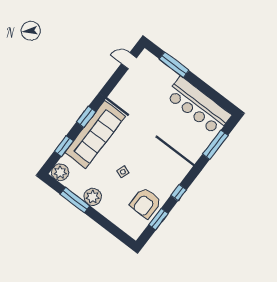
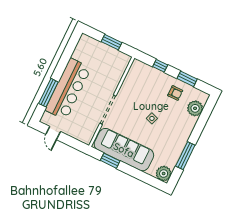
bar counter: (198, 106) -> (68, 89), moved
window: (215, 145) -> (112, 42), width x0.69
window: (64, 146) -> (140, 175), removed
plant: (93, 197) -> (195, 108), moved
armchair: (146, 203) -> (175, 93), width x0.53, depth x0.53

